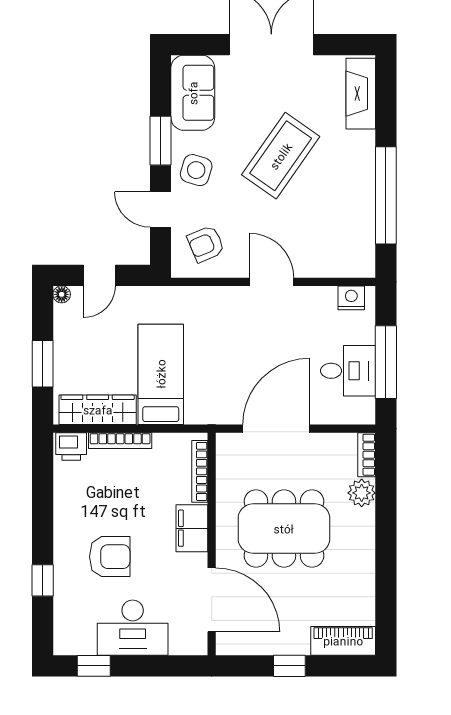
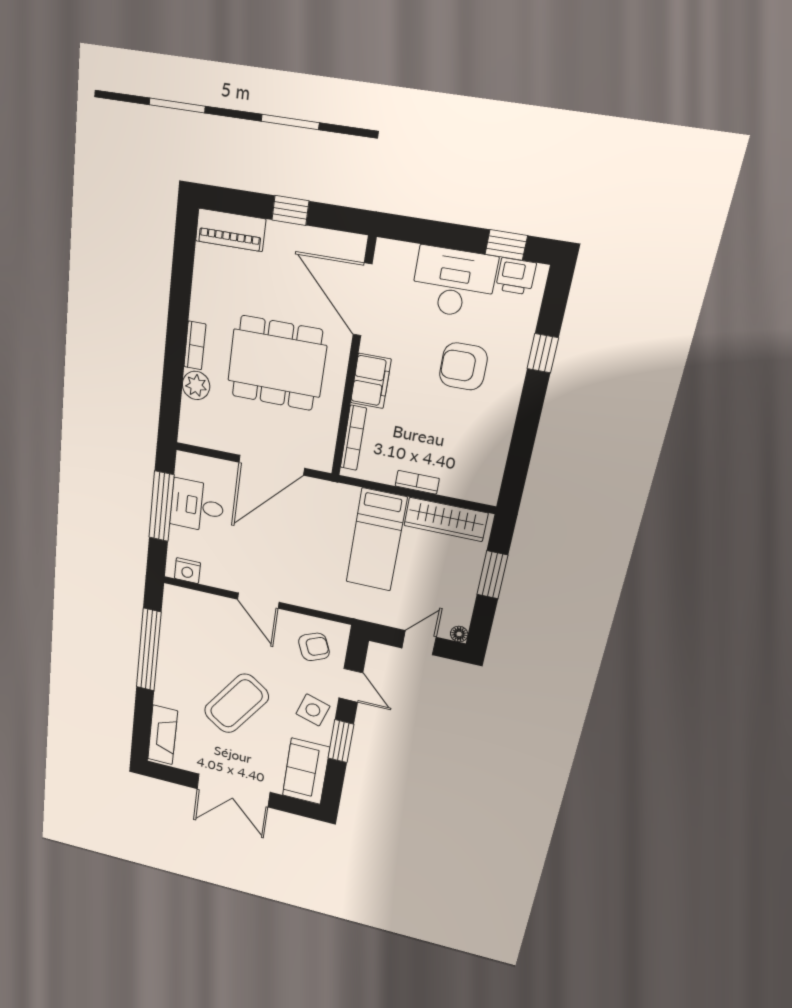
bookcase: (120, 441) -> (417, 482), width x0.64
printer: (71, 446) -> (516, 276), moved, turned 180
bookcase: (367, 455) -> (195, 345), moved

